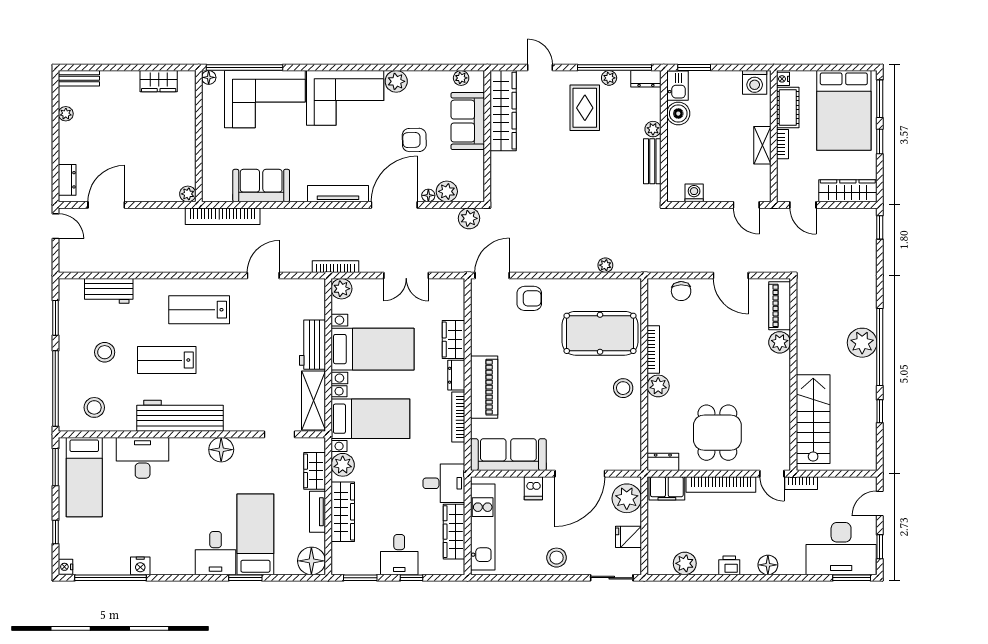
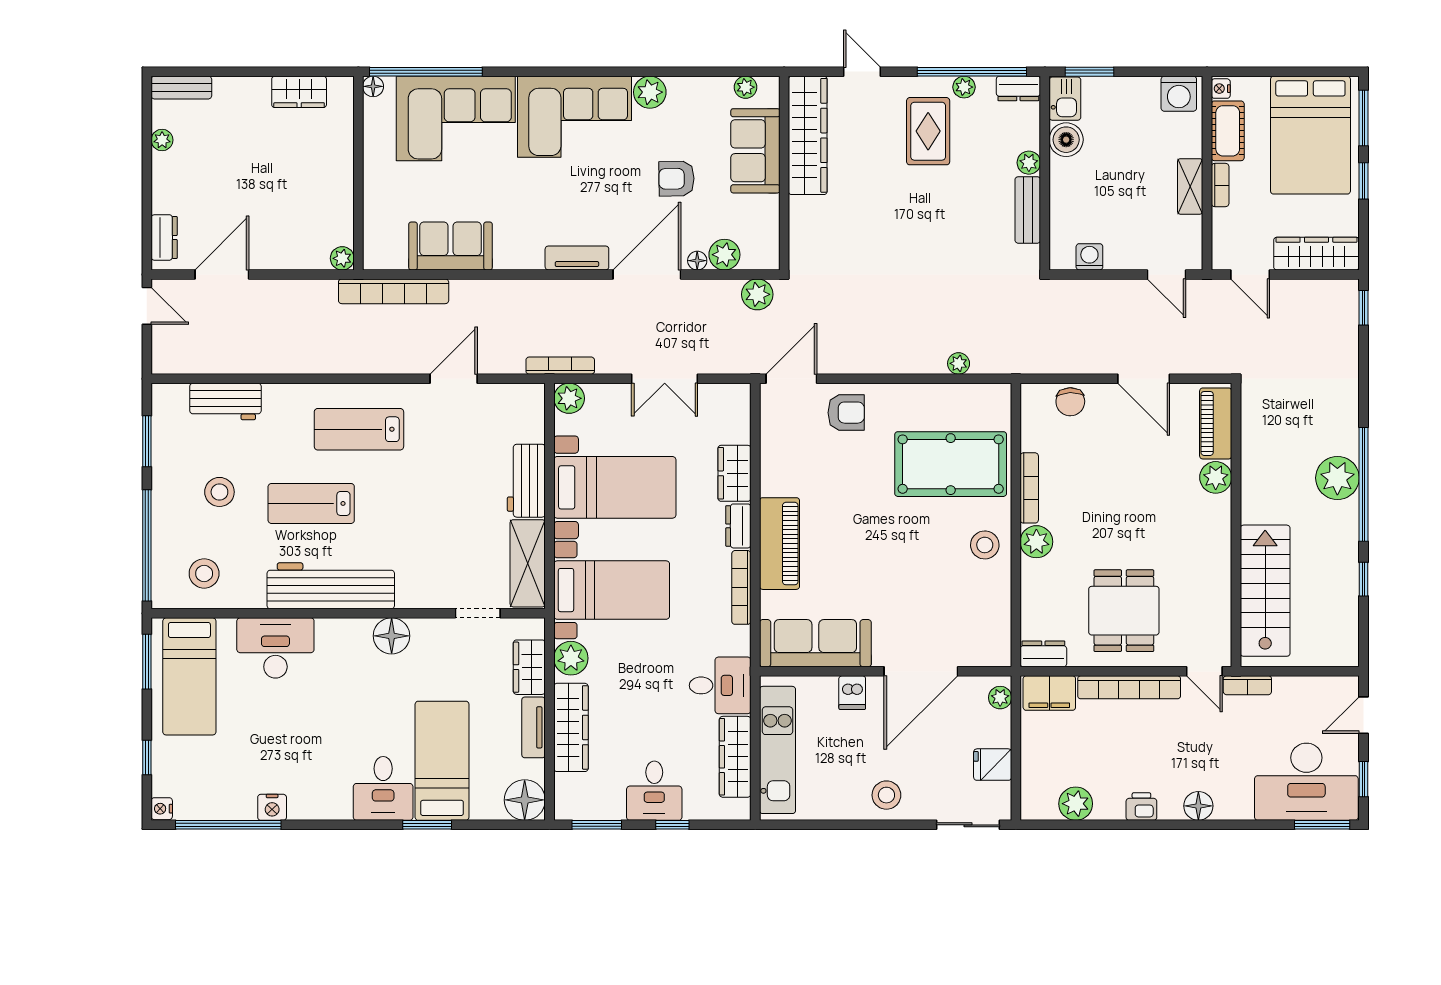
tv unit: (338, 194) -> (577, 258), width x0.71
plant: (627, 498) -> (1000, 698), width x0.53, depth x0.53

